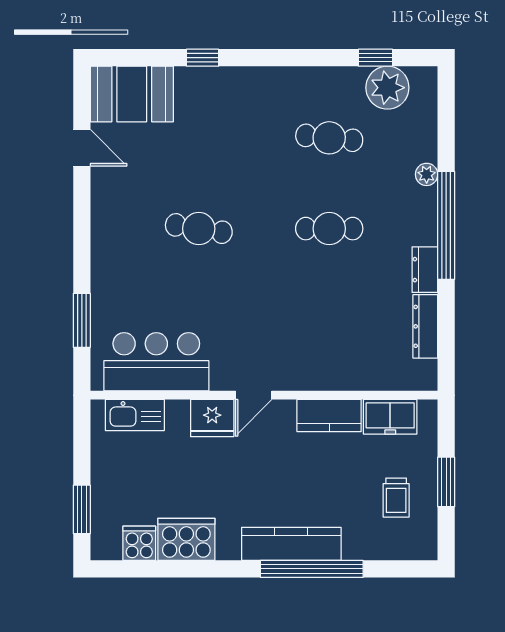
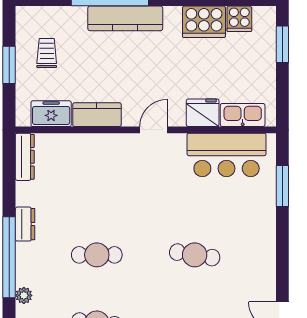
dresser: (425, 326) -> (25, 157), moved
fridge: (212, 418) -> (203, 113), moved

